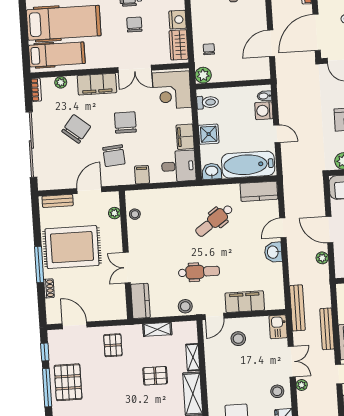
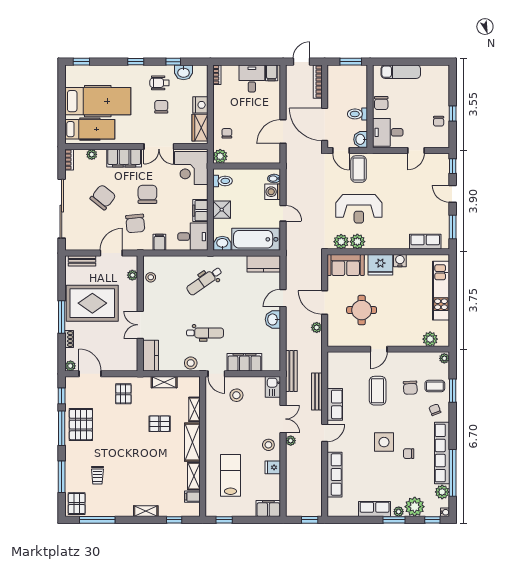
door: (317, 32) -> (325, 124), hinge flipped
dental chair: (214, 221) -> (204, 281), moved
door: (214, 316) -> (216, 374), hinge flipped
plant: (52, 318) -> (70, 366), added

